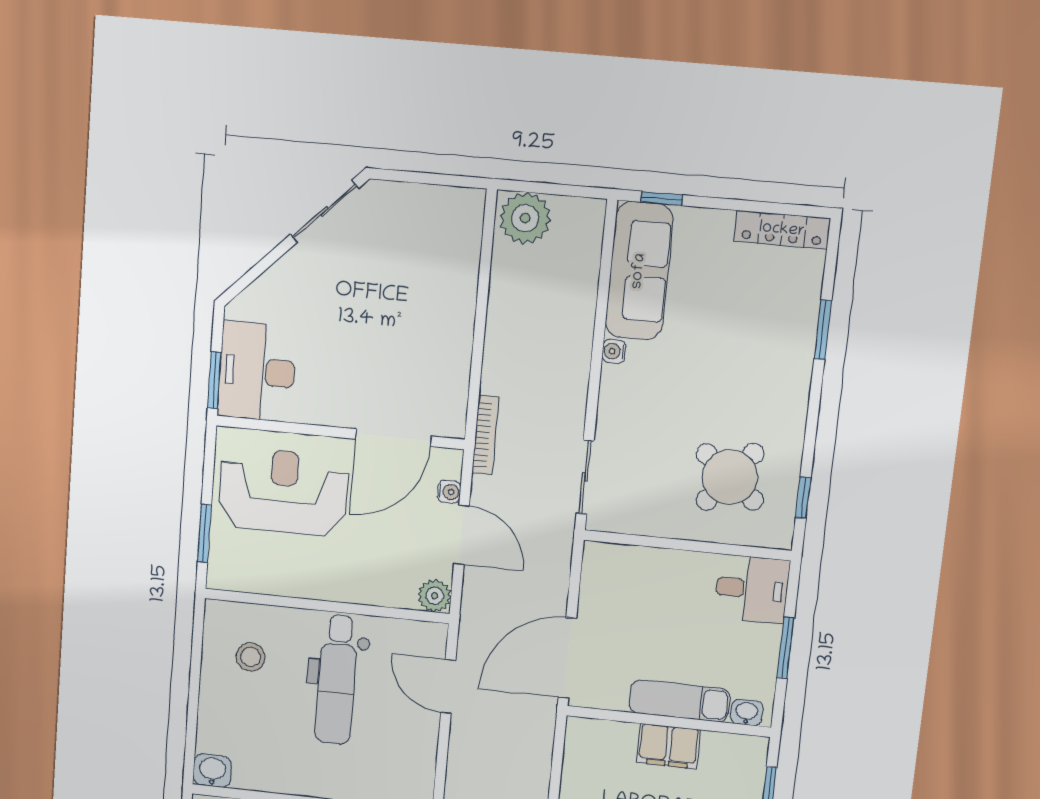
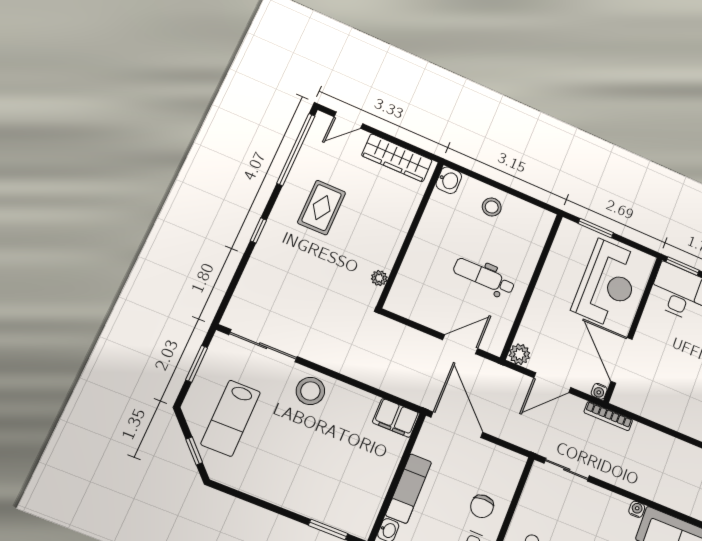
water cooler: (449, 492) -> (599, 391), moved
chair: (675, 588) -> (482, 506), added
stool: (251, 657) -> (492, 207), moved
dental chair: (337, 680) -> (484, 277), width x0.73, depth x0.72
filing cabinet: (669, 746) -> (396, 418), moved, turned -90

